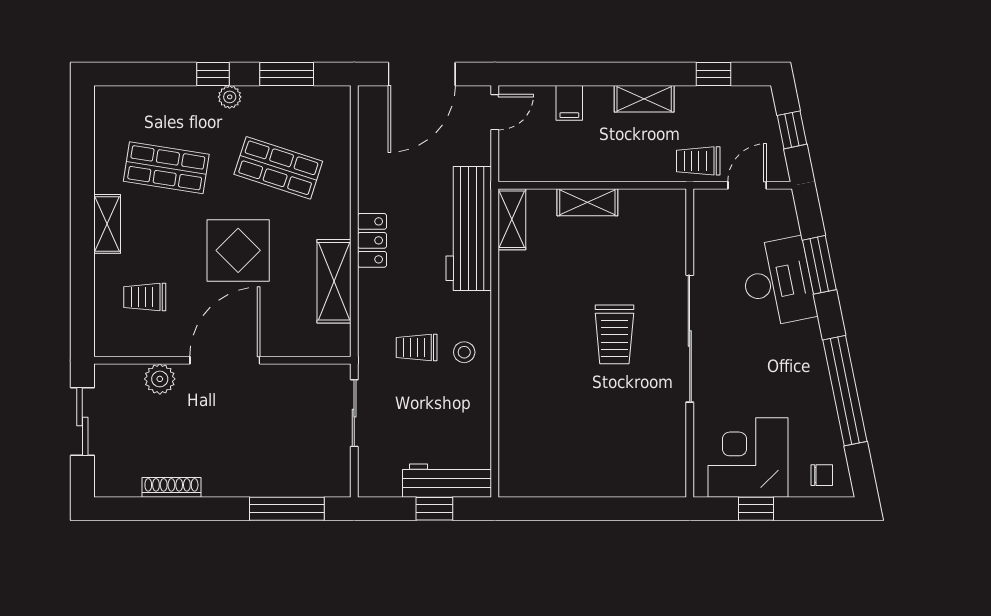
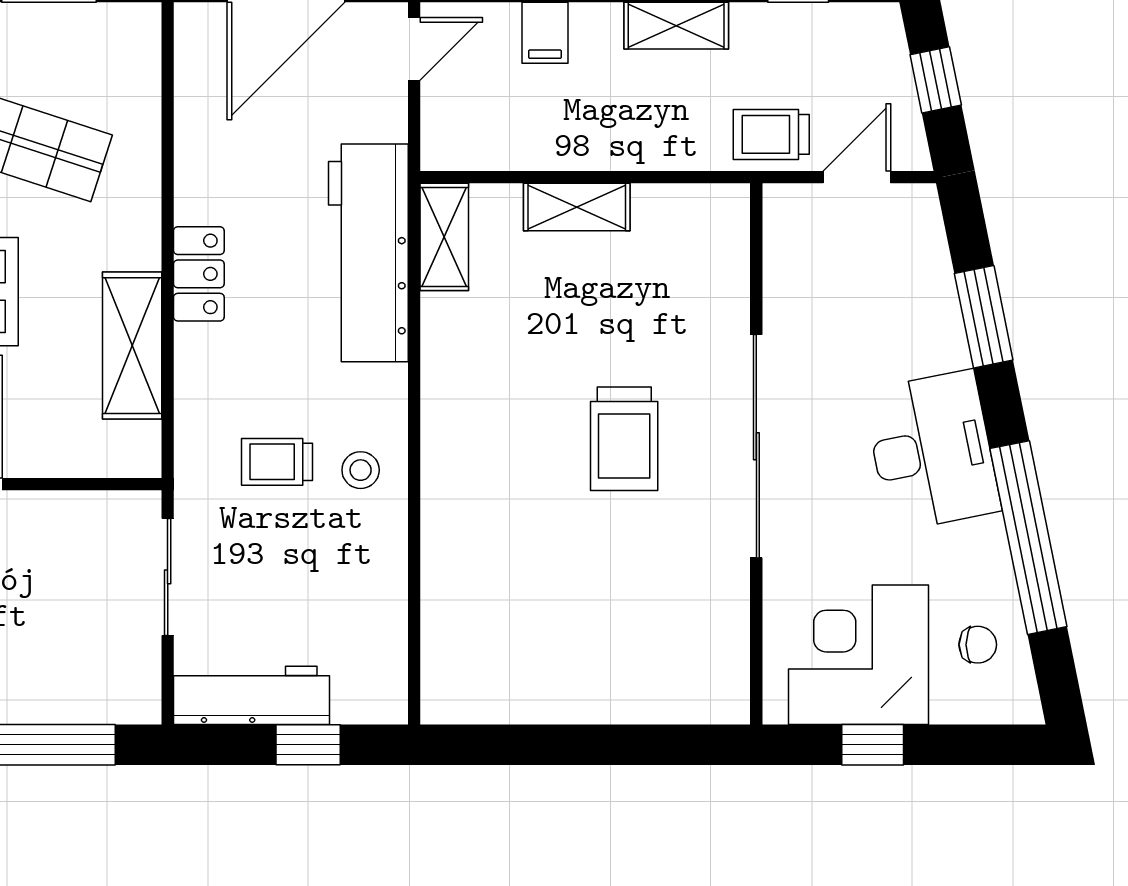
desk: (778, 282) -> (932, 451), moved
chair: (822, 475) -> (978, 645), moved
workbench: (447, 481) -> (251, 695), moved

